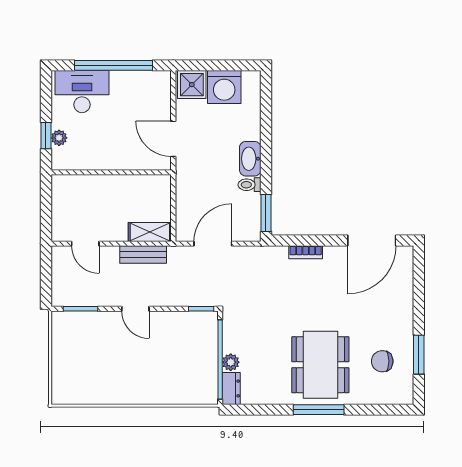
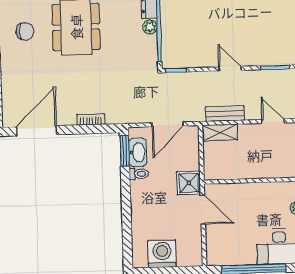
shower: (192, 85) -> (189, 183), moved
washbasin: (250, 159) -> (138, 152), moved

